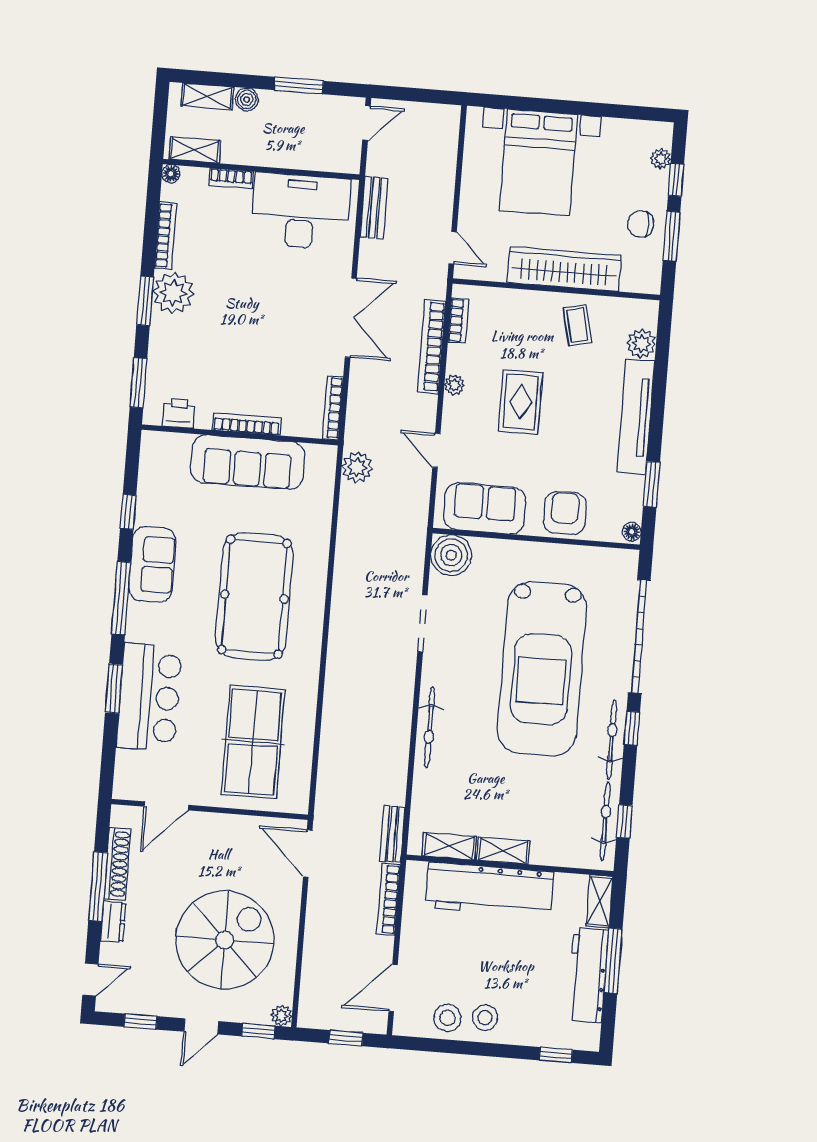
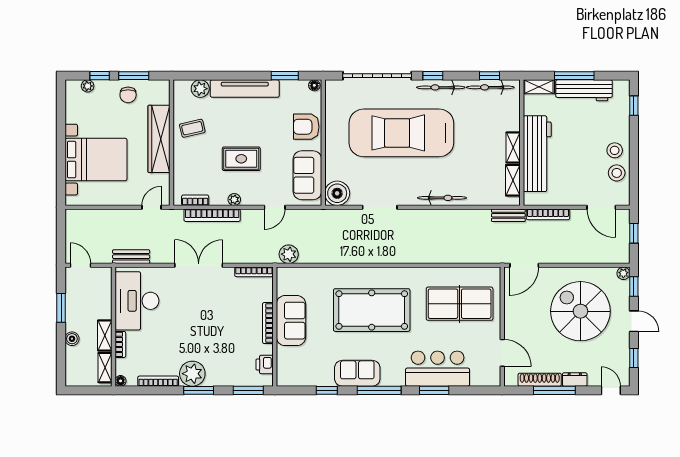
shelving: (207, 96) -> (105, 335), moved
sofa: (248, 462) -> (291, 321), width x0.73
car: (542, 669) -> (401, 133), turned 180

